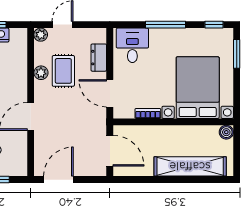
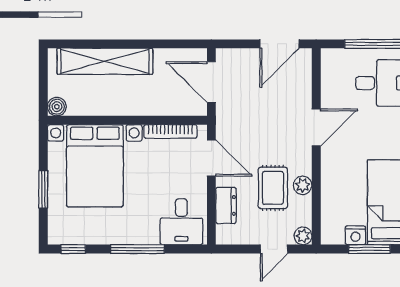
window: (237, 54) -> (43, 189), moved
bookcase: (148, 113) -> (170, 131), width x1.56

